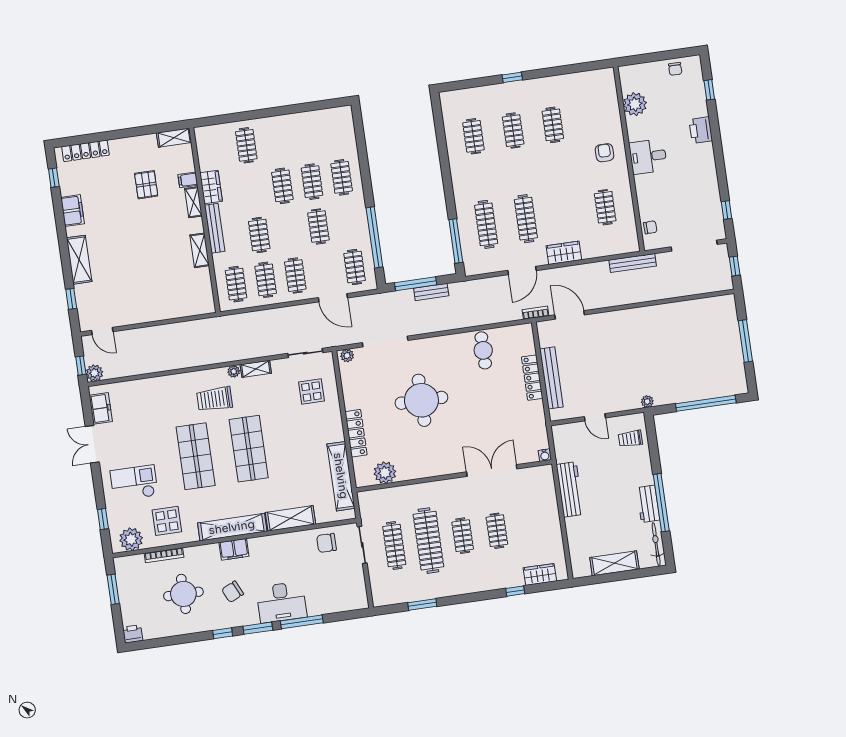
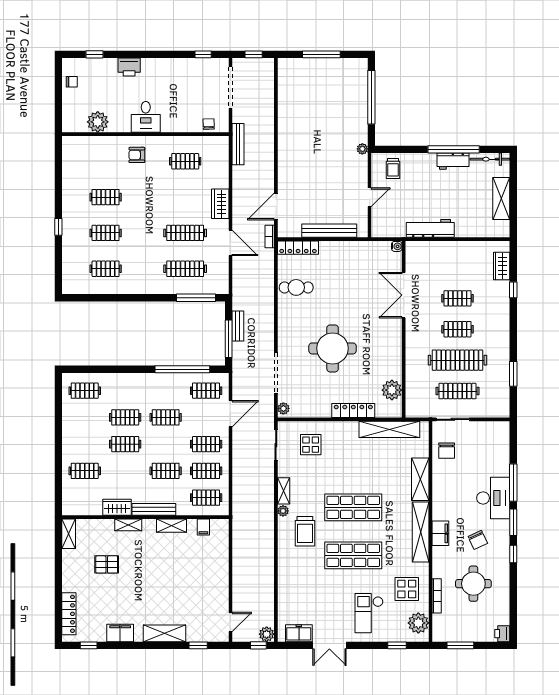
clothes rail: (342, 177) -> (85, 391), moved
filing cabinet: (188, 180) -> (203, 527), moved
locker: (532, 378) -> (298, 248), moved

